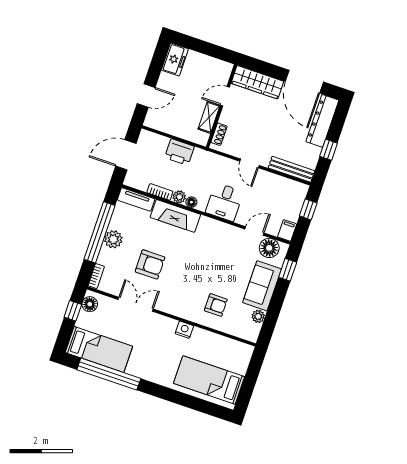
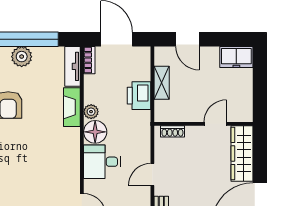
door: (225, 96) -> (215, 124), hinge flipped
shelving: (209, 117) -> (162, 83), moved, turned 90
bookcase: (160, 192) -> (89, 60), moved
floor lamp: (191, 202) -> (95, 132), width x1.89, depth x1.89
fireplace: (175, 216) -> (72, 107), width x0.73, depth x0.76

